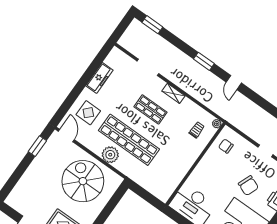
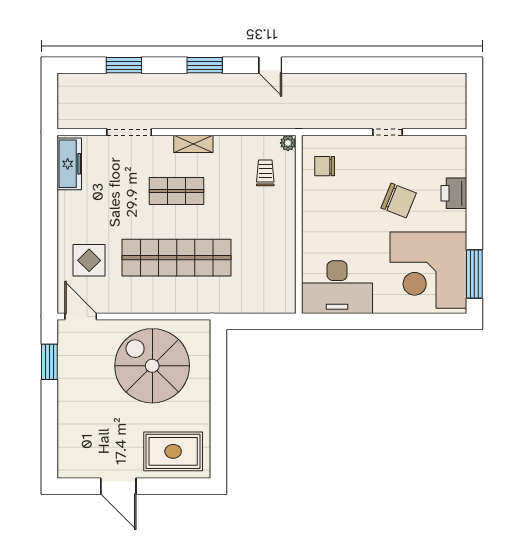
window: (152, 25) -> (124, 65), moved
freezer: (99, 78) -> (69, 164), moved
plant: (110, 155) -> (165, 299), removed

